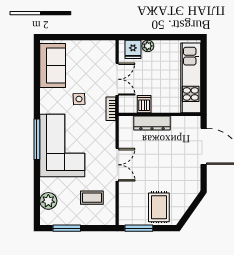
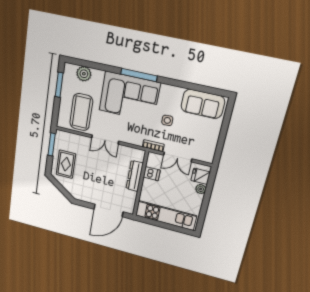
coffee table: (92, 198) -> (81, 112), width x1.86, depth x1.72
rug: (159, 207) -> (66, 164), turned 90

